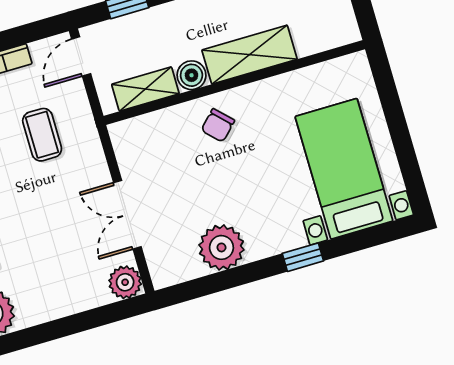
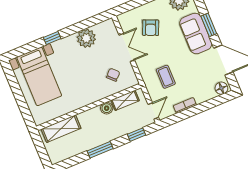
shelving: (250, 55) -> (61, 129), moved
chair: (218, 125) -> (113, 75), moved
armchair: (65, 256) -> (151, 28), added
plant: (125, 282) -> (125, 19), removed

